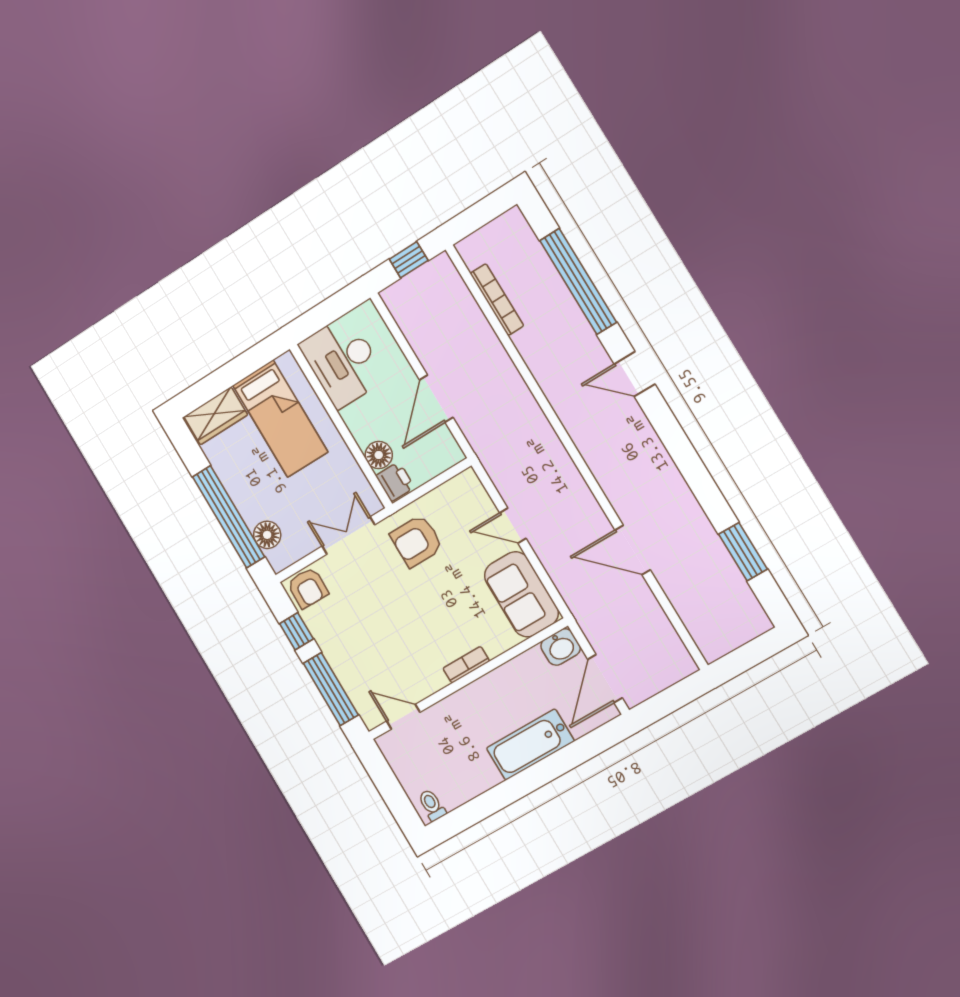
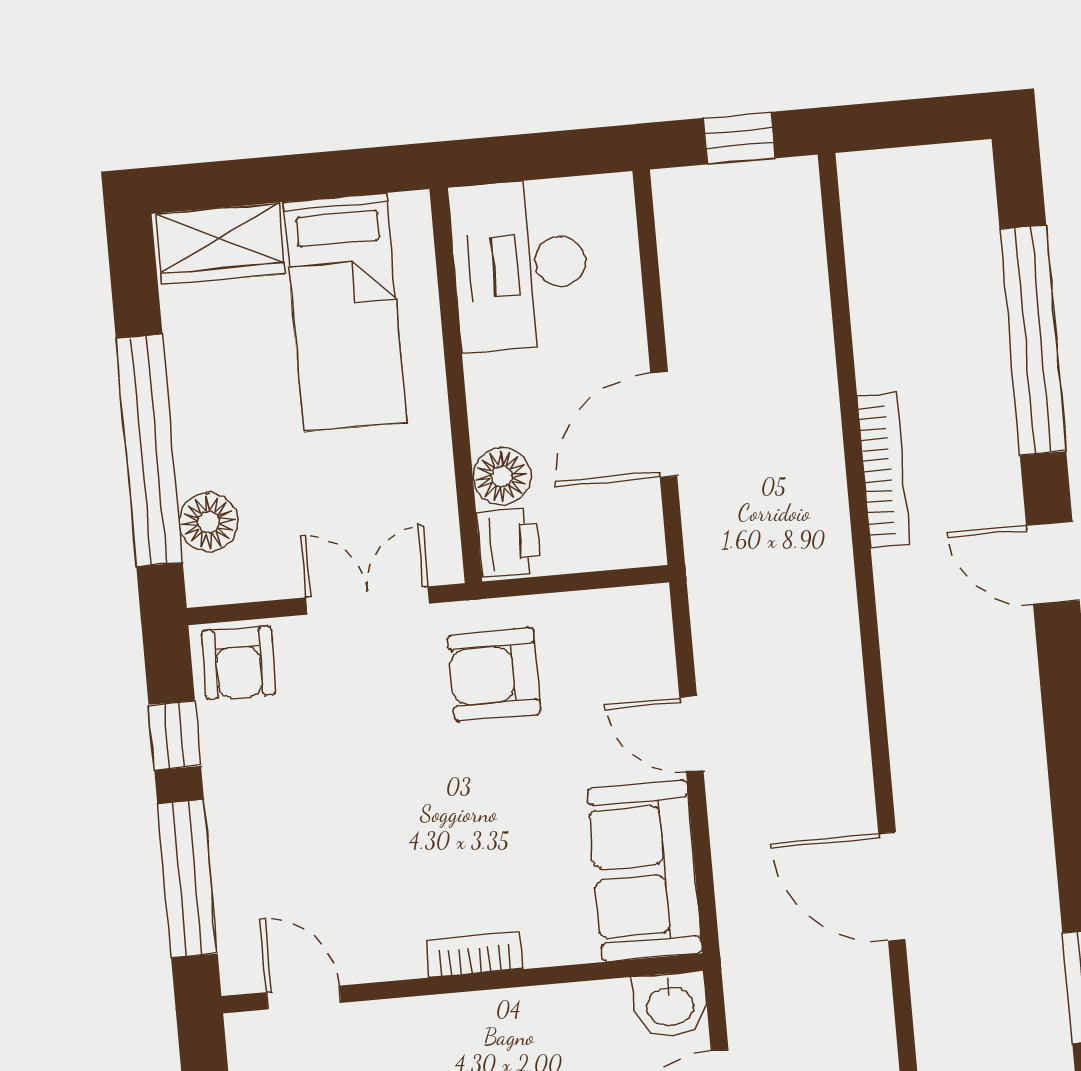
bookcase: (497, 300) -> (883, 470), moved

